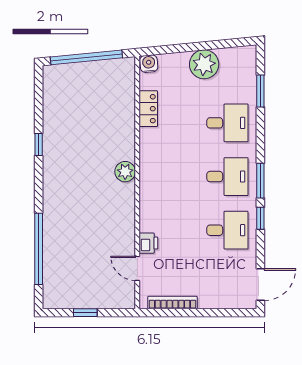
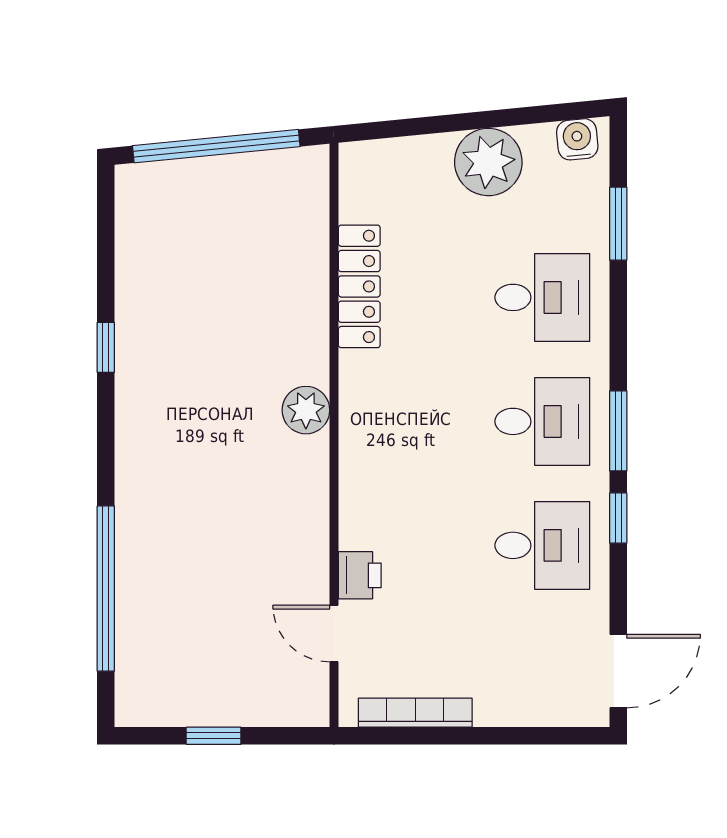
water cooler: (149, 64) -> (577, 139), moved
locker: (148, 109) -> (359, 286), width x1.53

